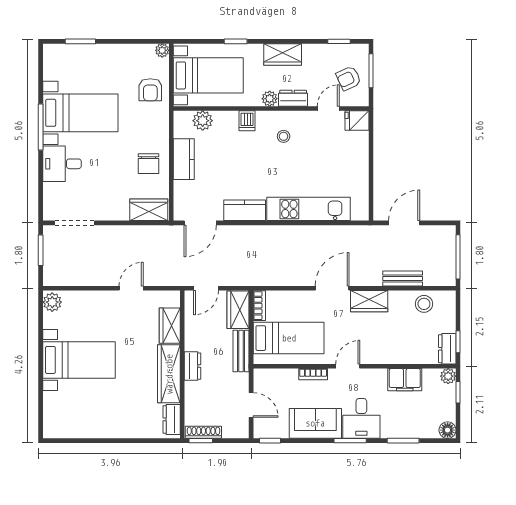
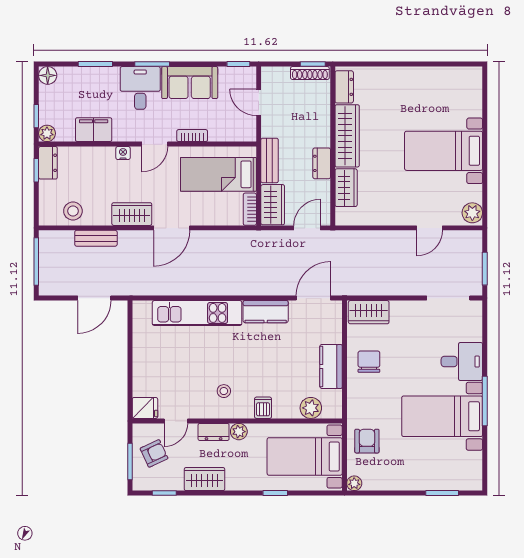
wardrobe: (283, 54) -> (204, 479), moved
door: (131, 288) -> (430, 228), moved
nightstand: (377, 358) -> (123, 153), added
dresser: (192, 366) -> (322, 163), moved

